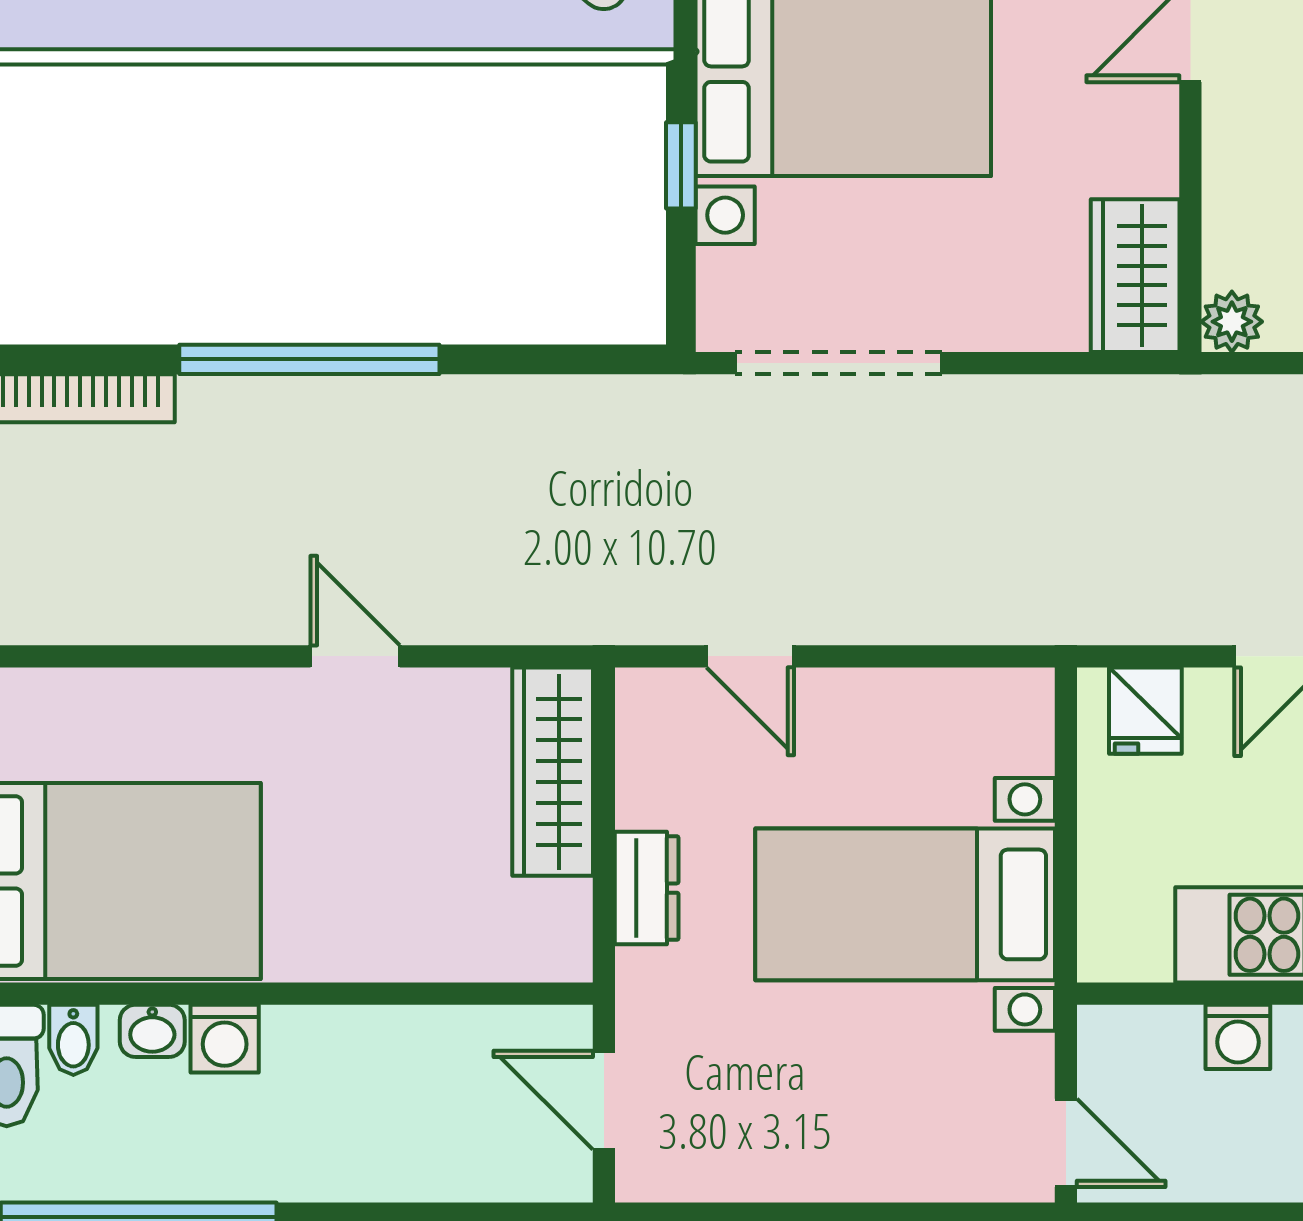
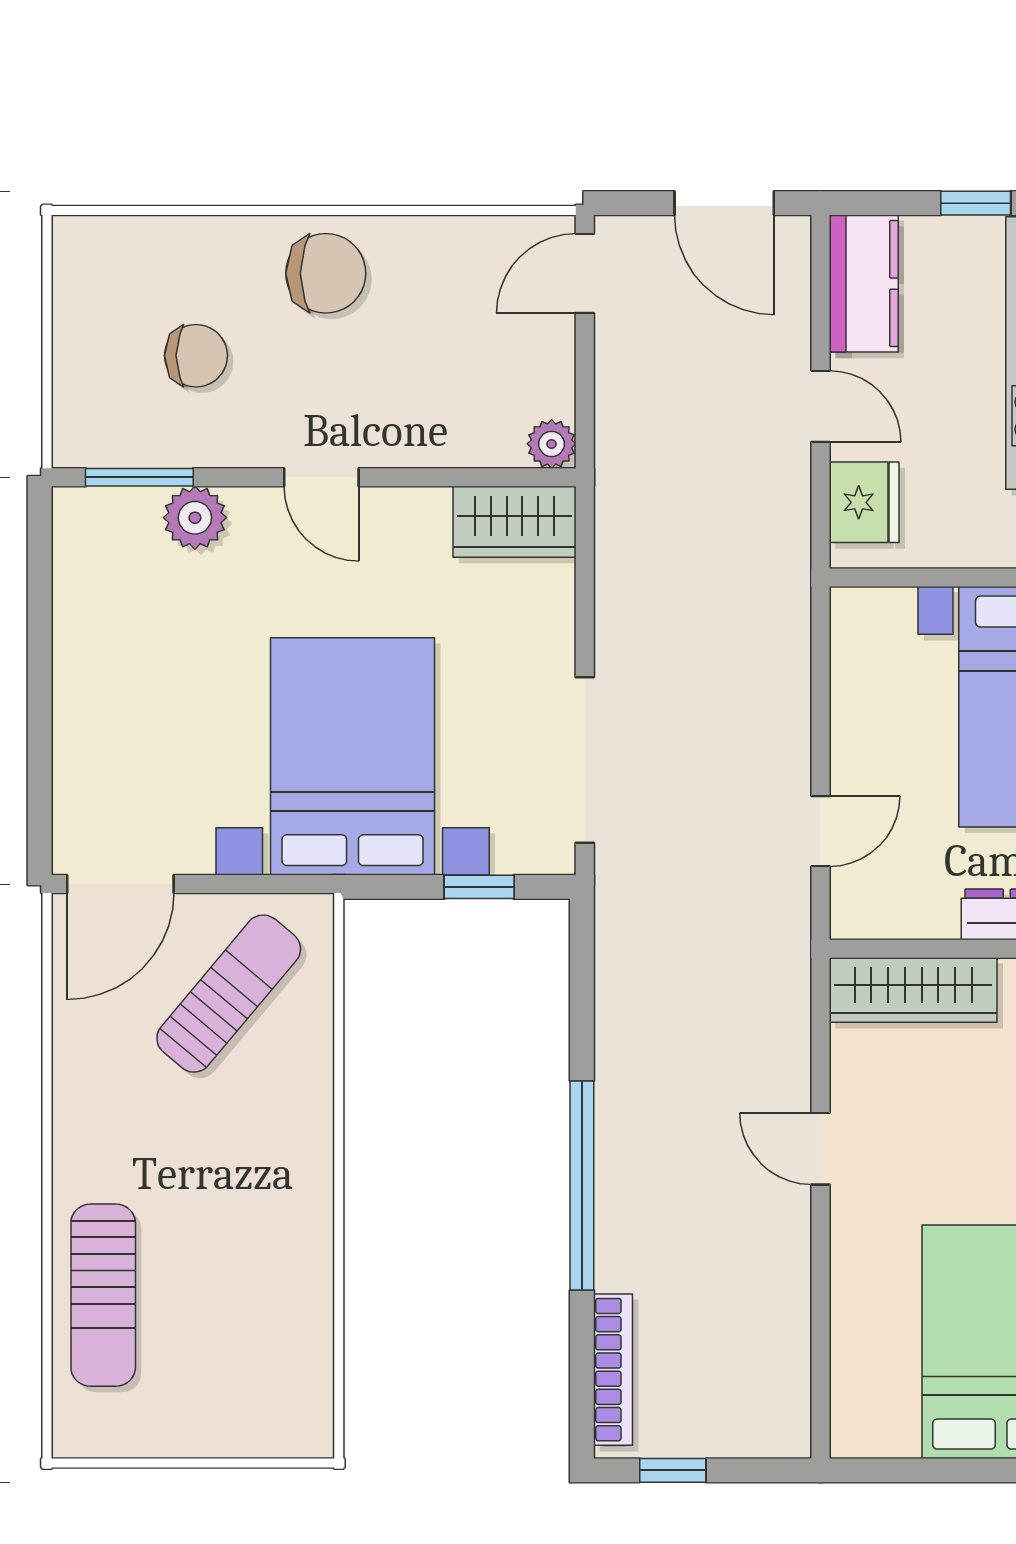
window: (681, 165) -> (479, 887), moved
door: (355, 656) -> (821, 1149), hinge flipped
fridge: (1145, 711) -> (864, 502), width x1.38

